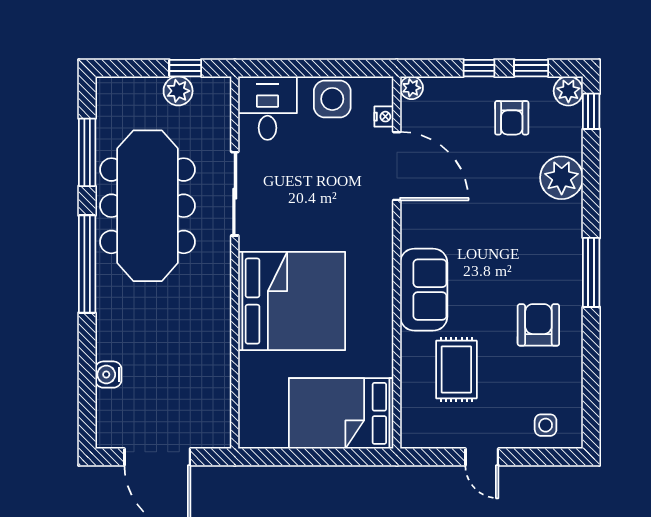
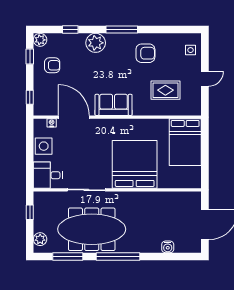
window: (479, 68) -> (30, 97), moved
plant: (411, 88) -> (39, 110), removed
plant: (178, 91) -> (40, 239), moved
window: (591, 111) -> (70, 29), moved
door: (397, 166) -> (74, 117), hinge flipped
plant: (562, 178) -> (96, 43), moved
sofa: (424, 290) -> (114, 105), moved
armchair: (538, 325) -> (145, 53), turned 180

